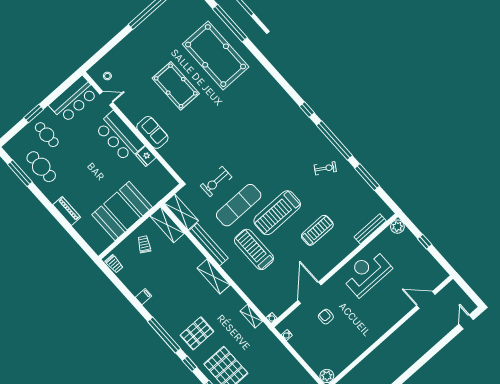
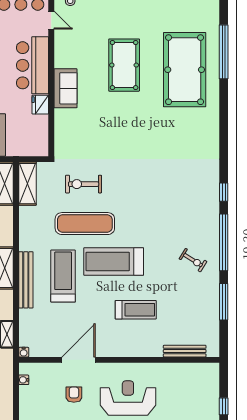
plant: (397, 227) -> (211, 371), removed
bench: (208, 244) -> (26, 280), moved
reception desk: (367, 273) -> (128, 398), moved

